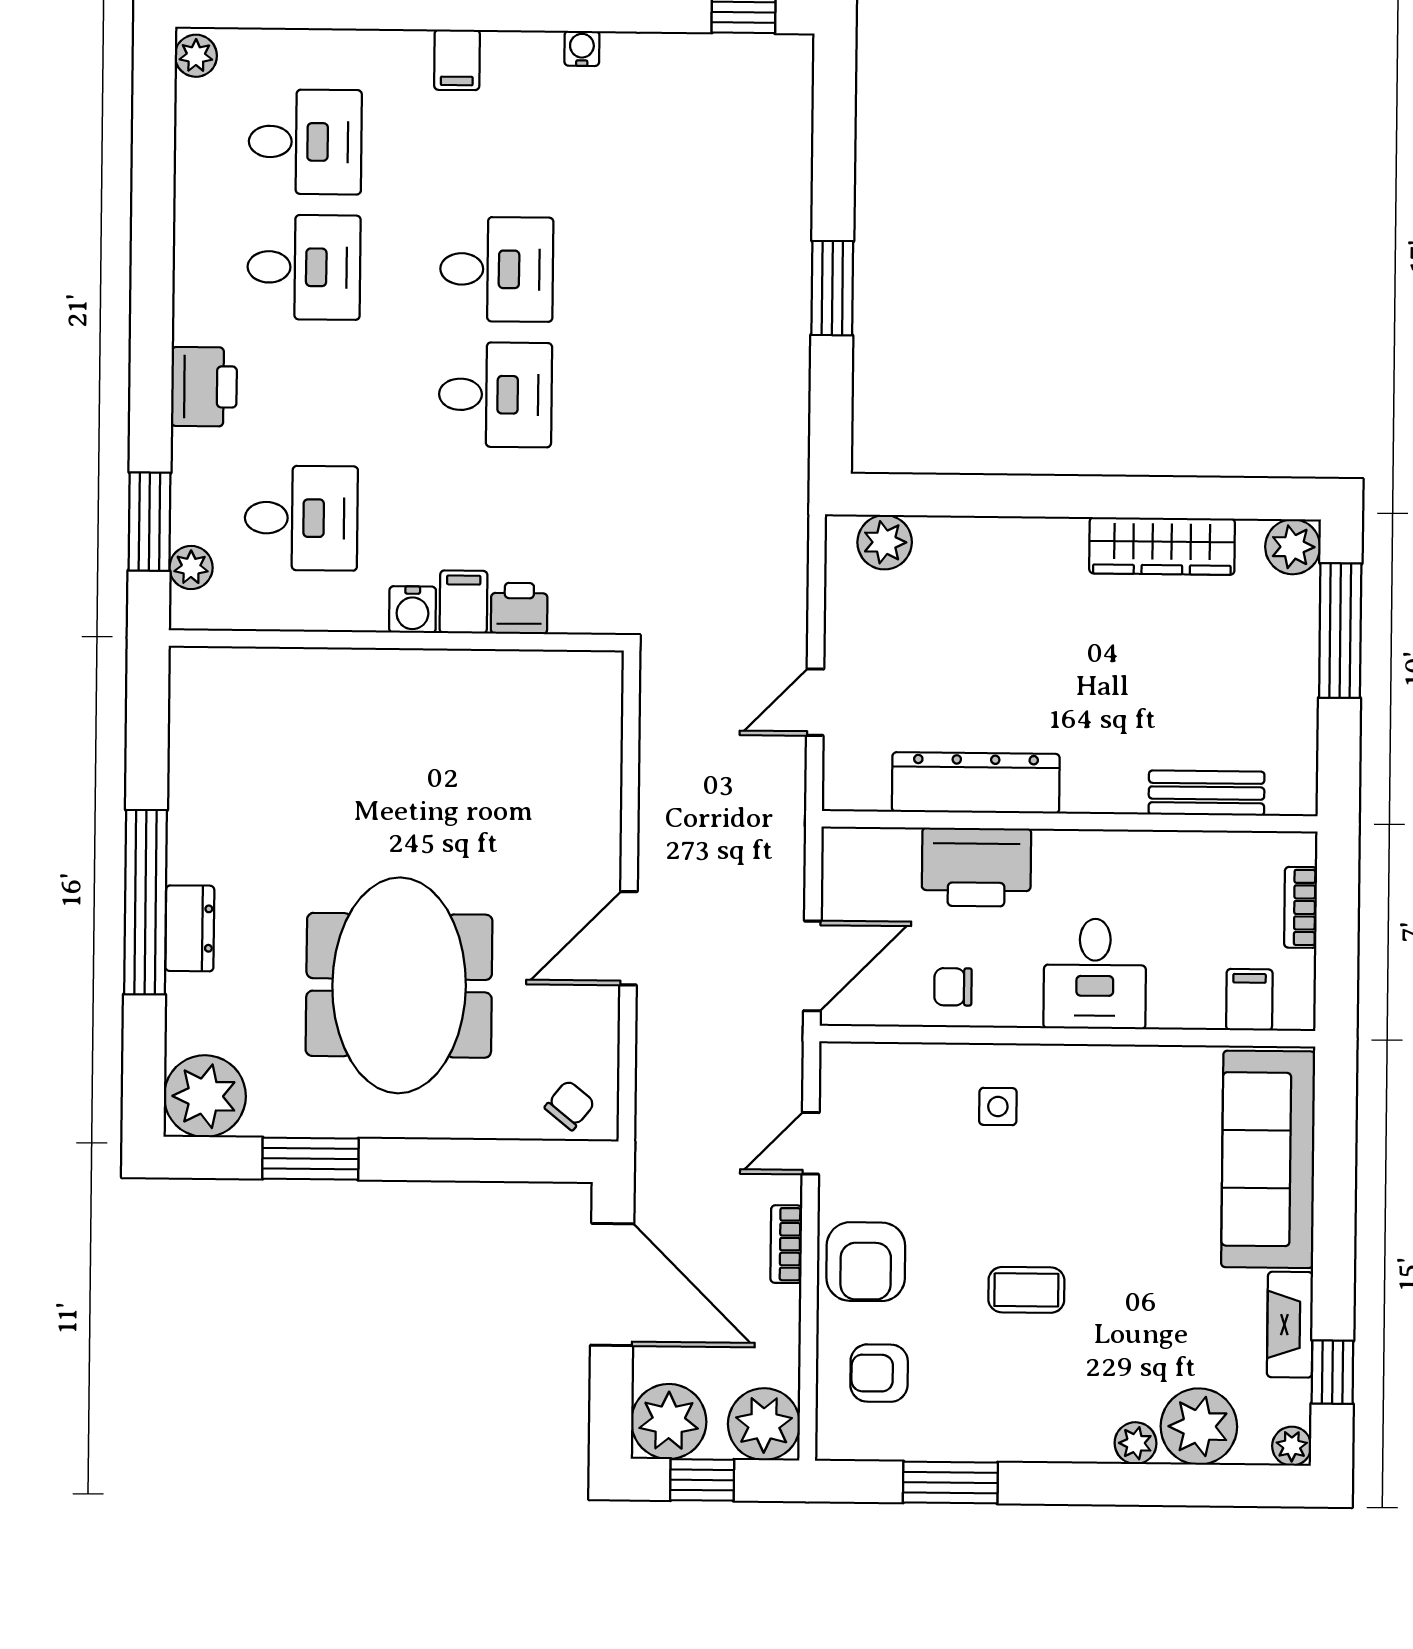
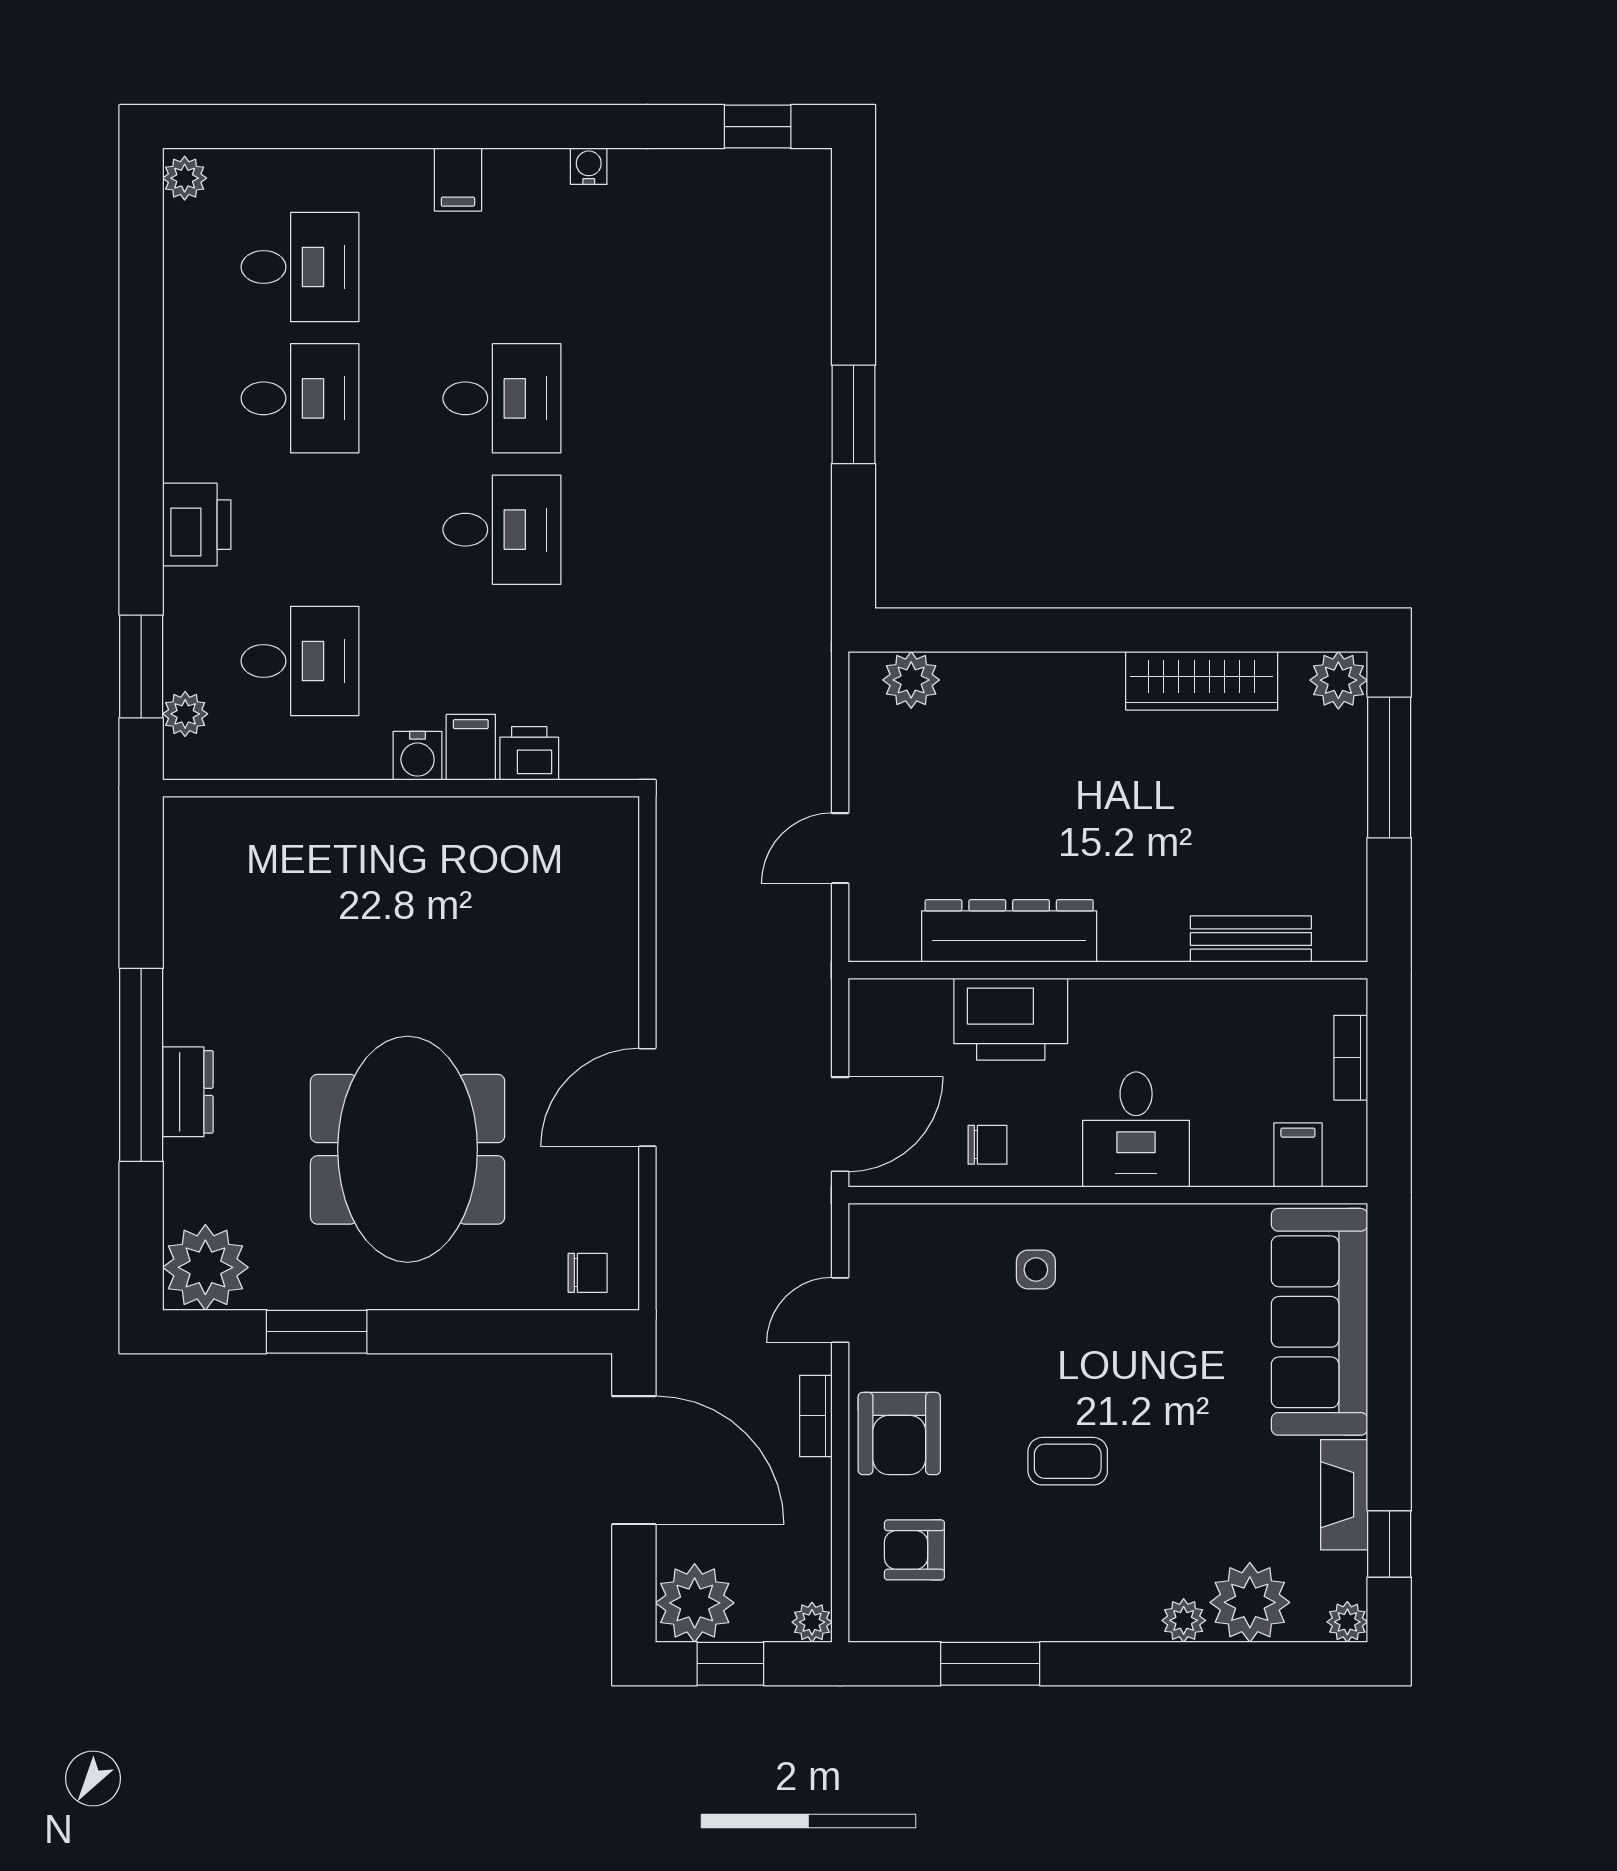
chair: (953, 987) -> (988, 1145), turned 180
chair: (570, 1105) -> (588, 1273), turned 51
plant: (764, 1424) -> (812, 1622), width x0.53, depth x0.53

